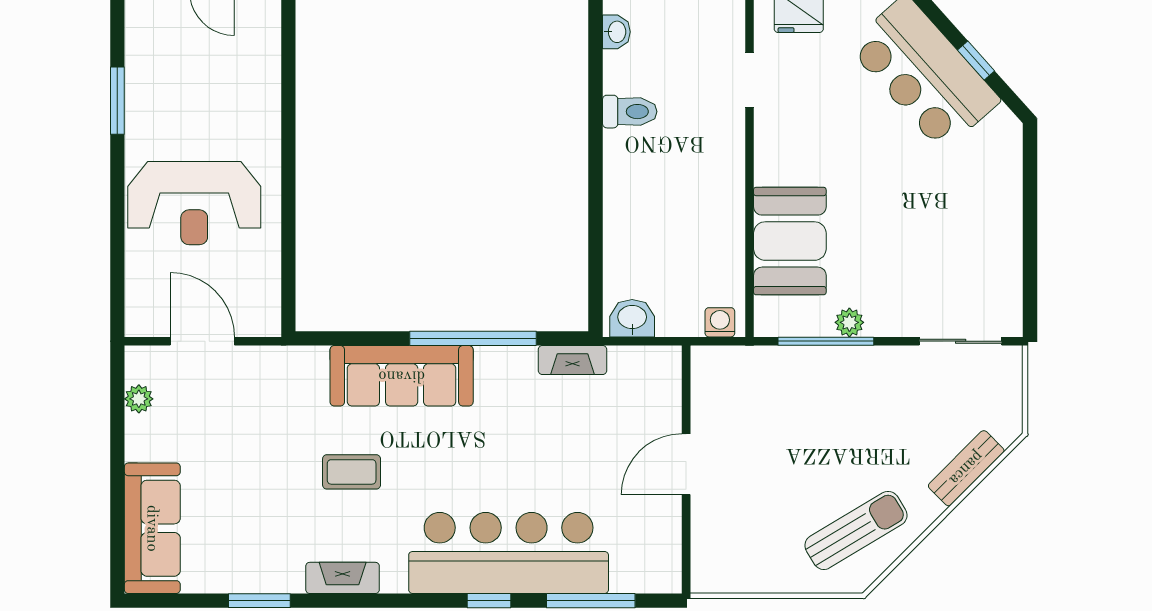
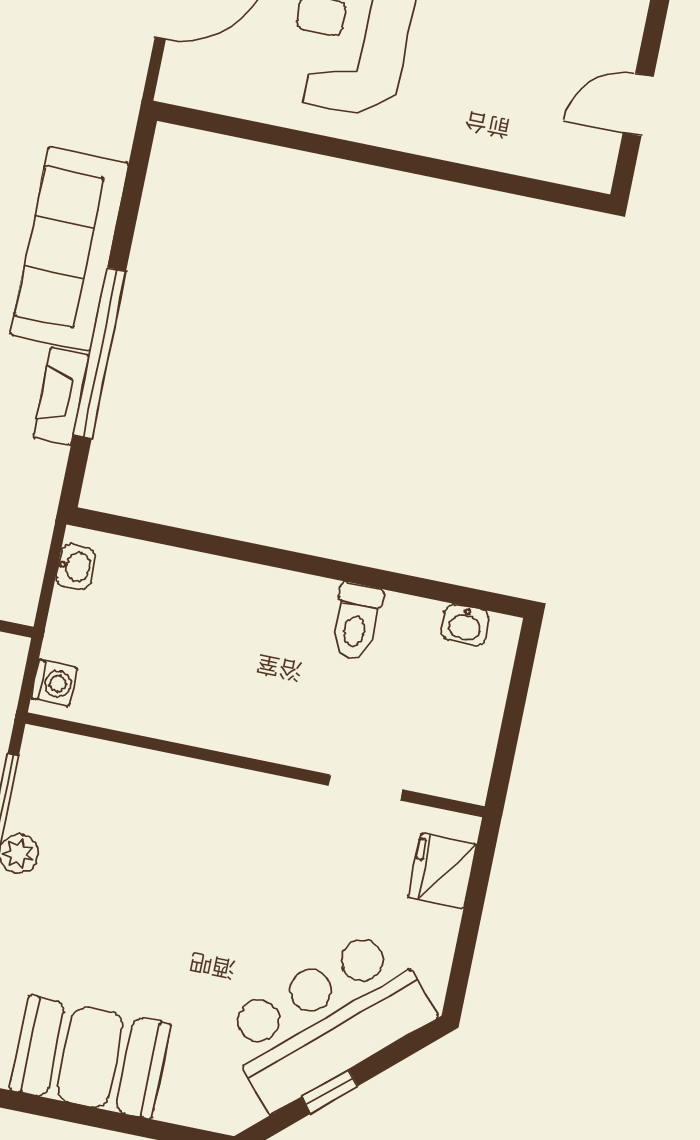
booth: (790, 241) -> (90, 1057), moved
washbasin: (632, 318) -> (76, 567), width x0.72, depth x0.69
fireplace: (572, 360) -> (61, 396), moved

